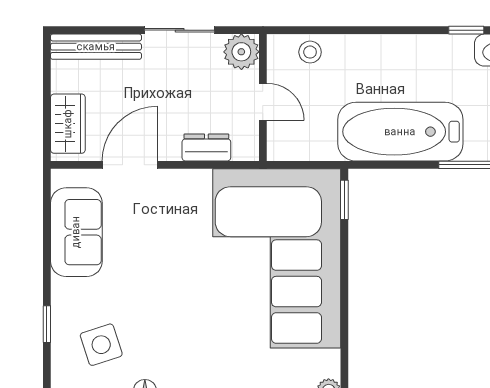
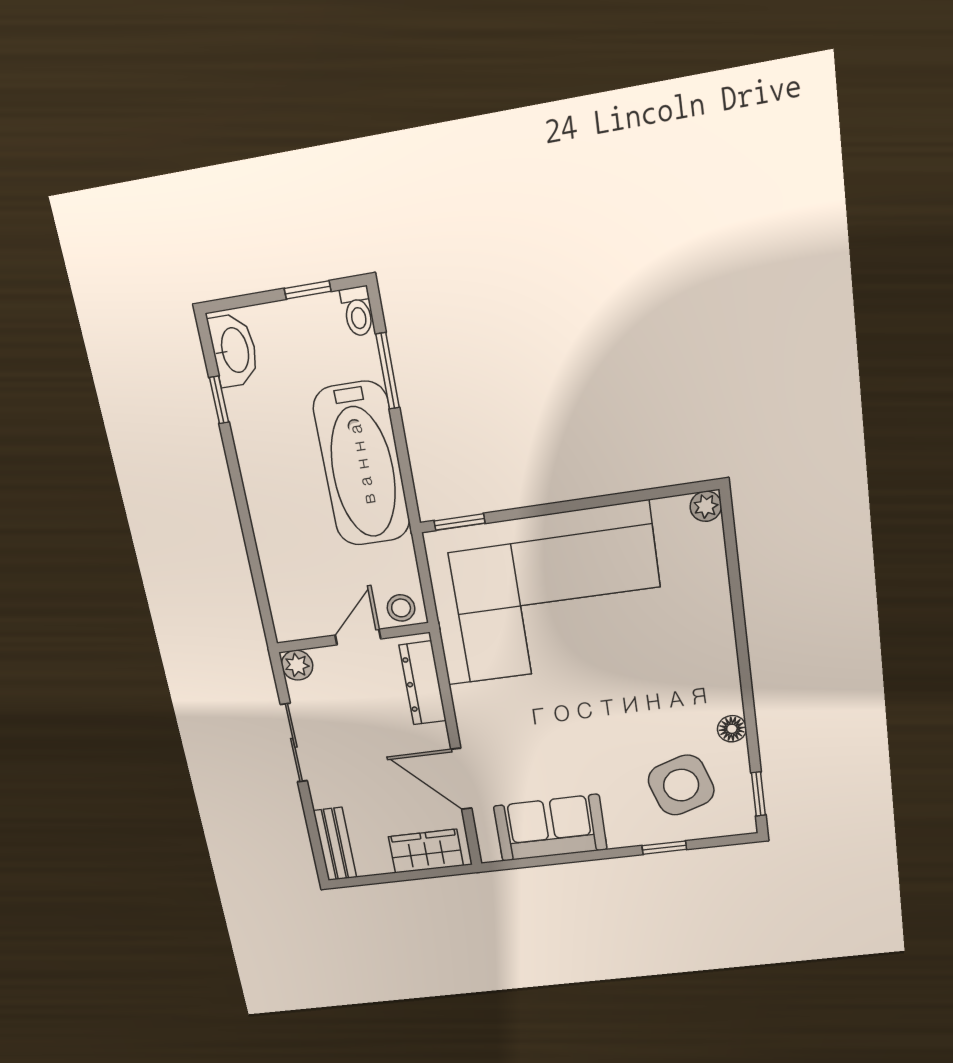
bench: (96, 47) -> (335, 844), width x0.73
plant: (241, 52) -> (297, 665), width x0.73, depth x0.73
stool: (310, 52) -> (401, 608), moved
dresser: (206, 147) -> (423, 683), width x1.44
side table: (101, 345) -> (681, 785), width x1.37, depth x1.37

